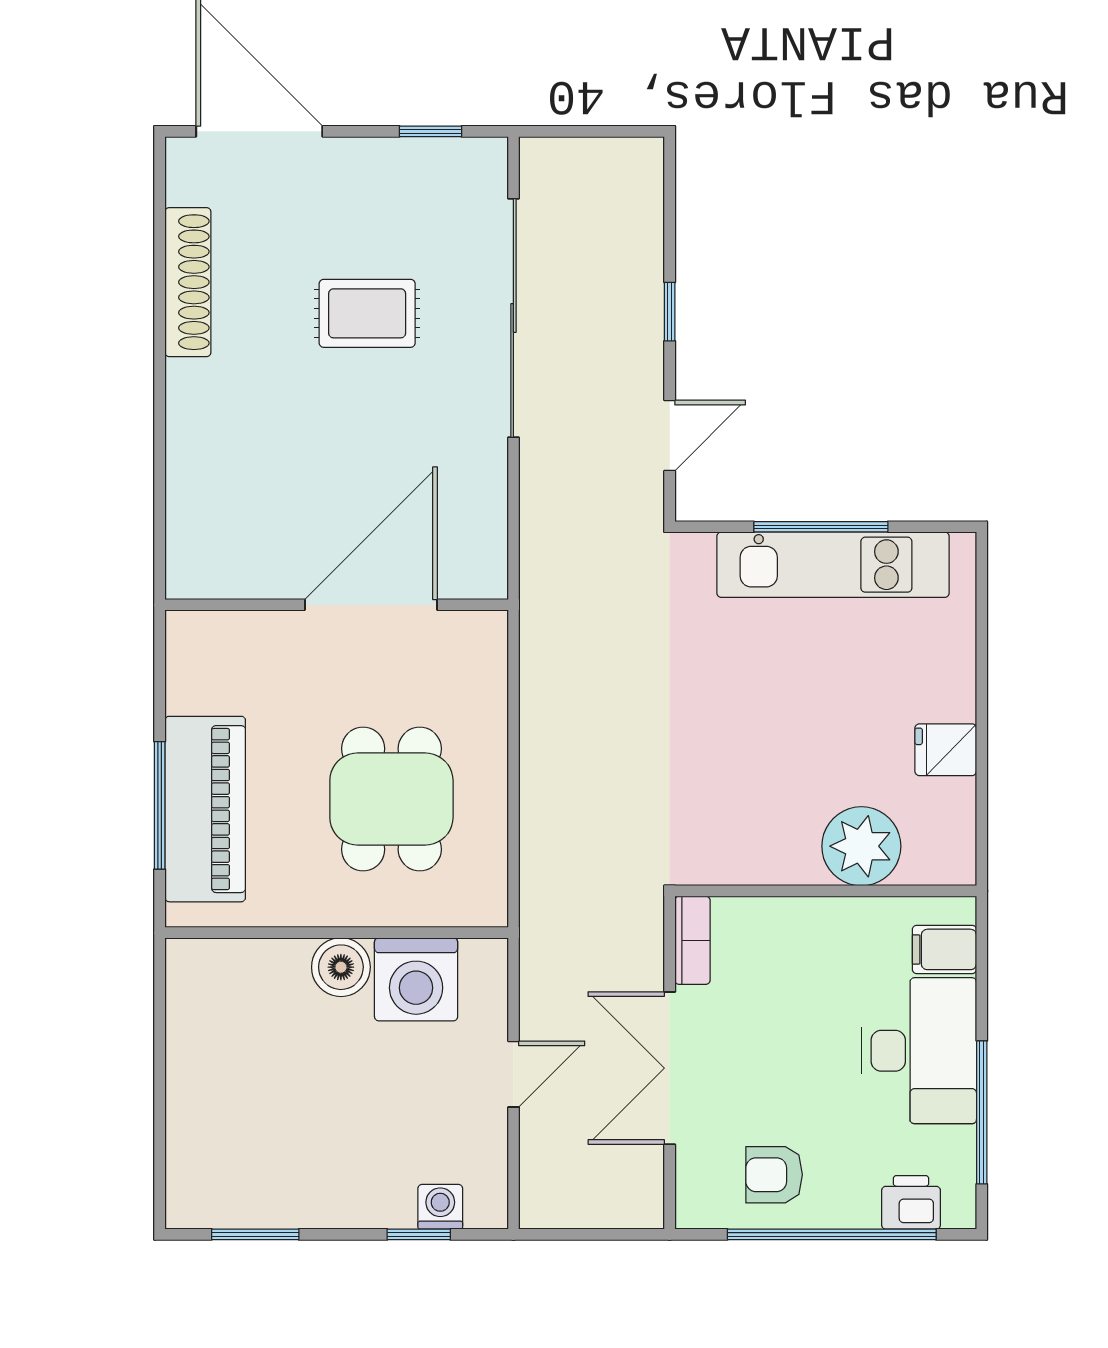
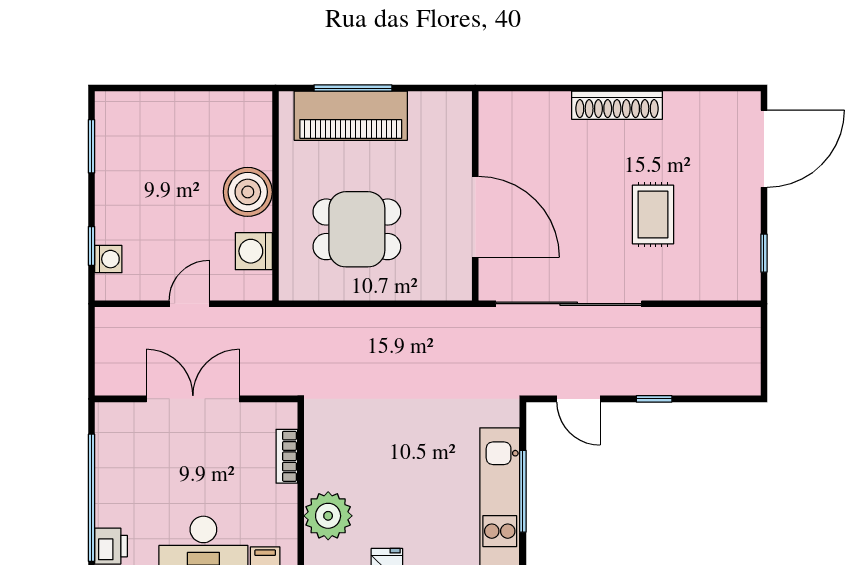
shoe rack: (188, 282) -> (617, 105), moved
sliding door: (513, 318) -> (569, 304), moved
bookcase: (692, 940) -> (287, 456), moved, turned 90
boiler: (341, 967) -> (248, 192), width x1.37, depth x1.37
washing machine: (416, 979) -> (254, 251), width x0.73, depth x0.73
door: (513, 1074) -> (189, 304), swing flipped
armchair: (774, 1175) -> (128, 463), removed

